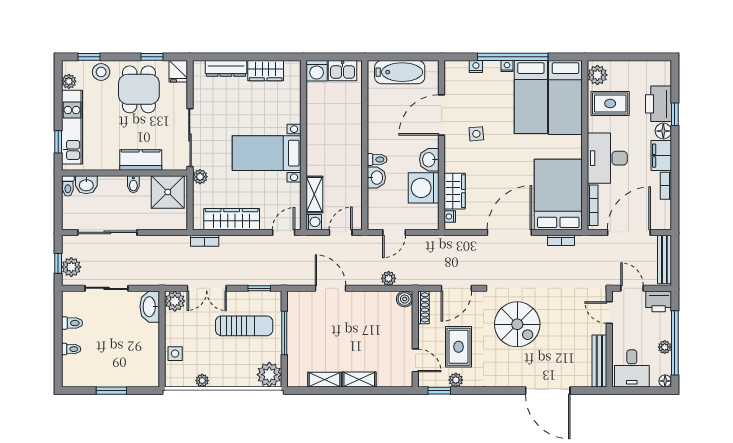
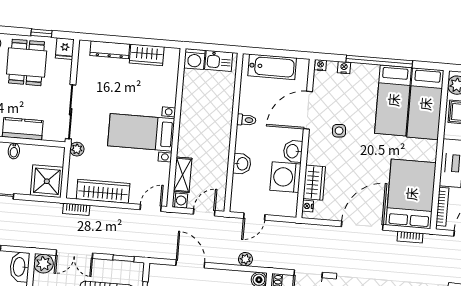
nightstand: (507, 66) -> (320, 65), moved
toilet: (377, 160) -> (246, 120), moved
shower: (168, 192) -> (47, 181), moved

